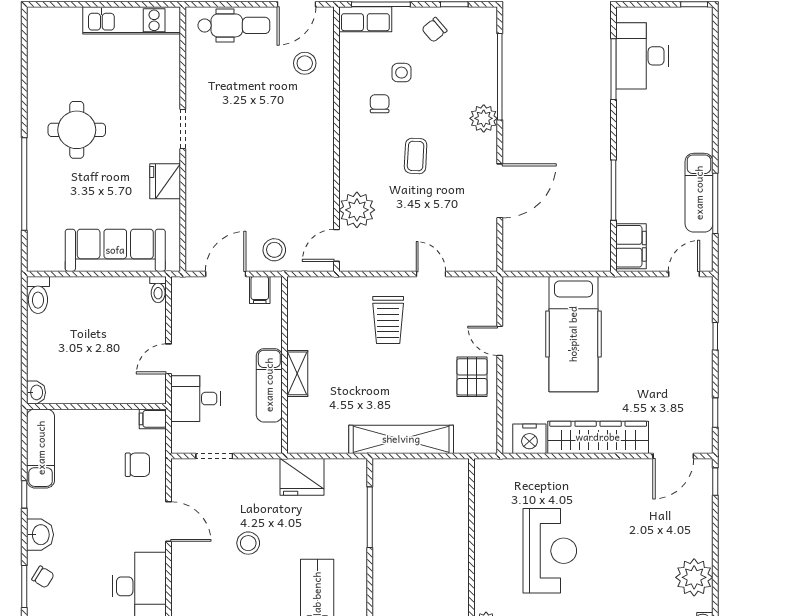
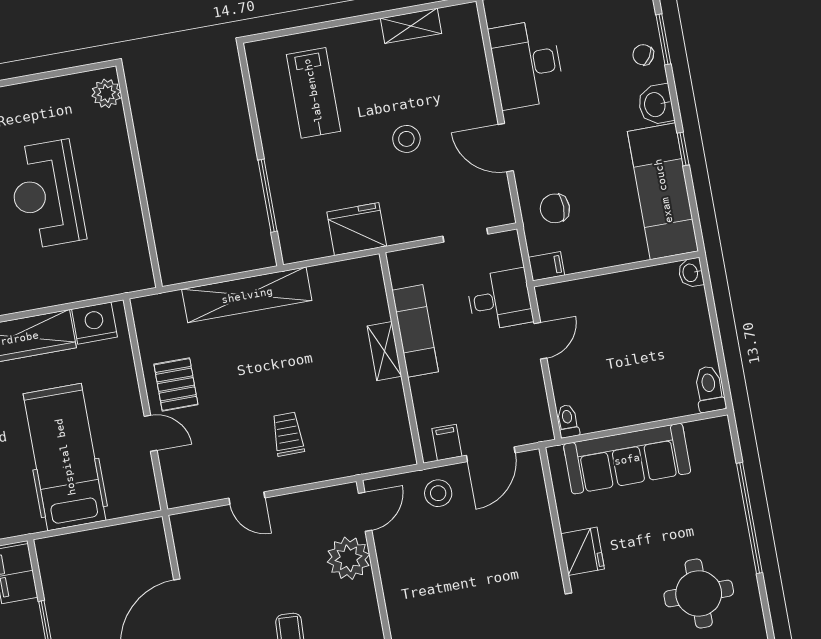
trolley: (388, 320) -> (288, 434), width x0.73, depth x0.72
exam couch: (41, 448) -> (663, 191), width x1.36, depth x1.45

